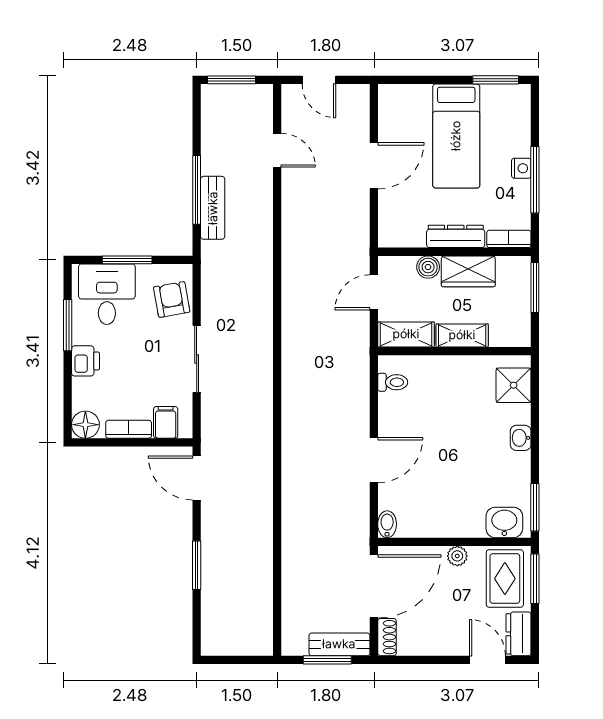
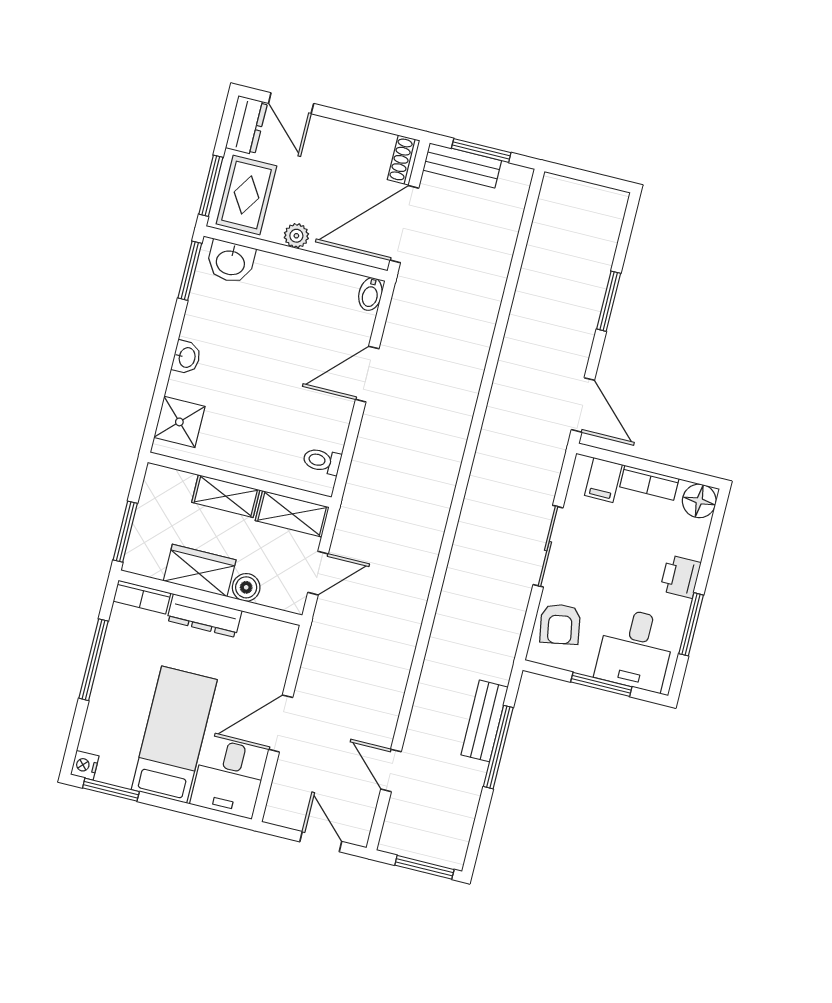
desk: (404, 112) -> (229, 778), added
nightstand: (521, 168) -> (85, 765), moved

